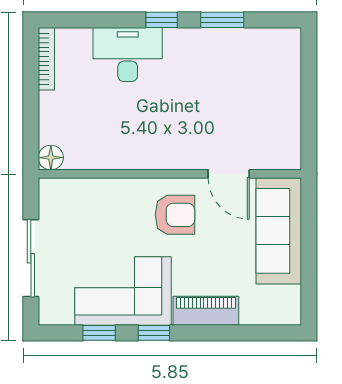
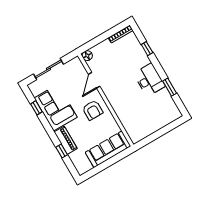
window: (162, 20) -> (147, 49), moved
desk: (128, 54) -> (149, 80), moved
door: (229, 174) -> (94, 80), moved
window: (154, 333) -> (62, 151), moved

